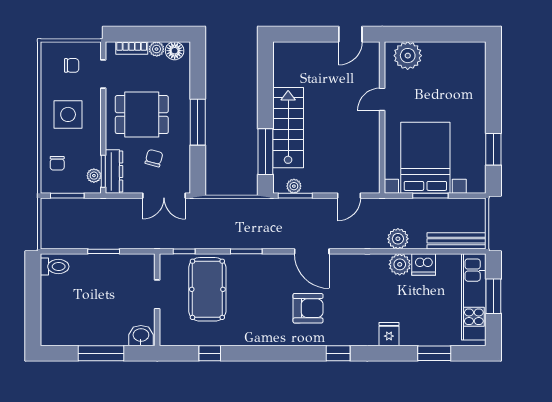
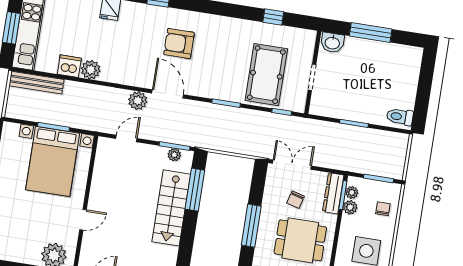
plant: (93, 159) -> (350, 207), added
plant: (398, 239) -> (138, 101), moved

